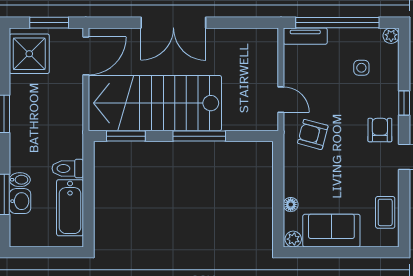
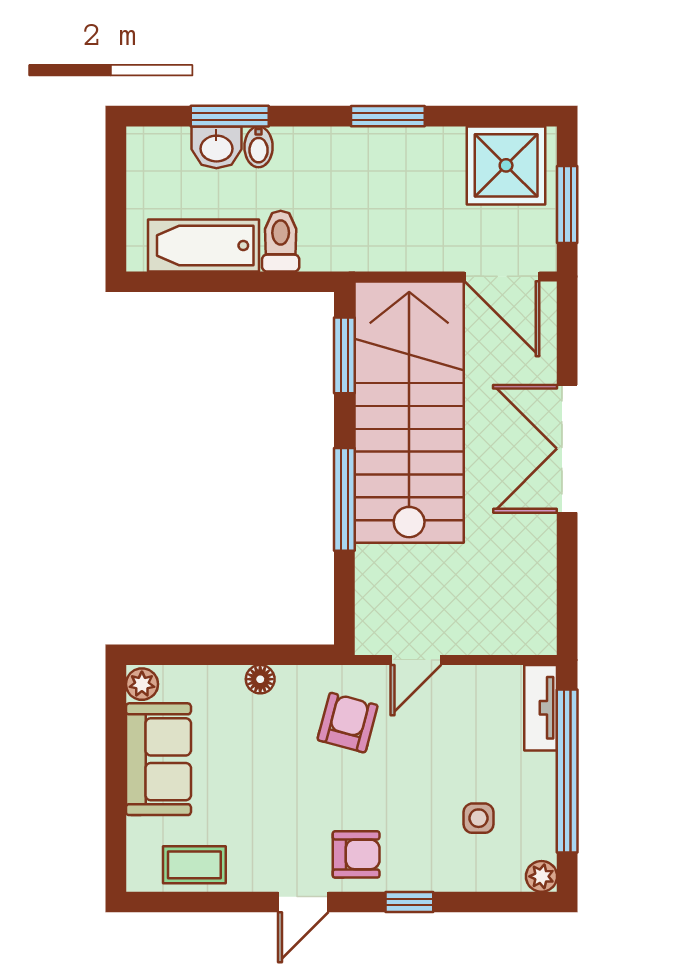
floor lamp: (291, 205) -> (260, 679), moved

